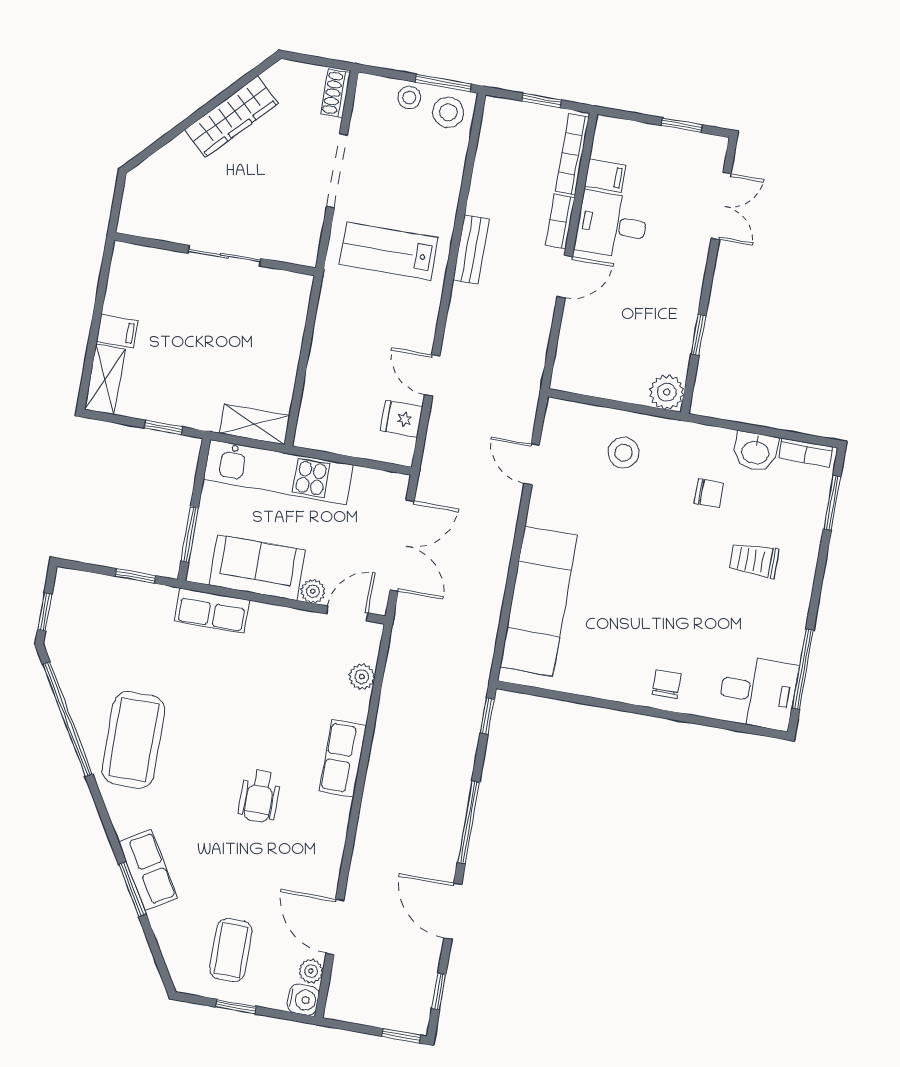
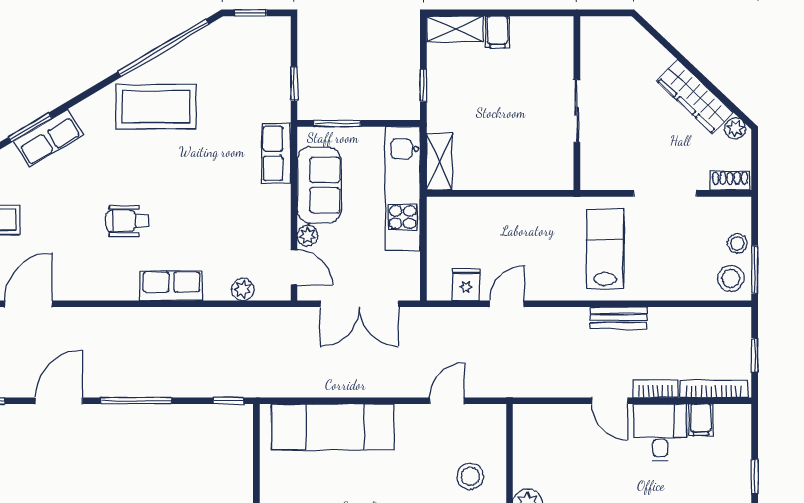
plant: (276, 77) -> (735, 128), added

